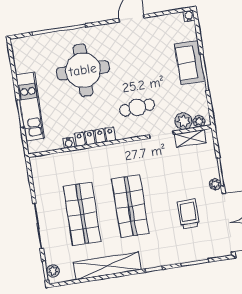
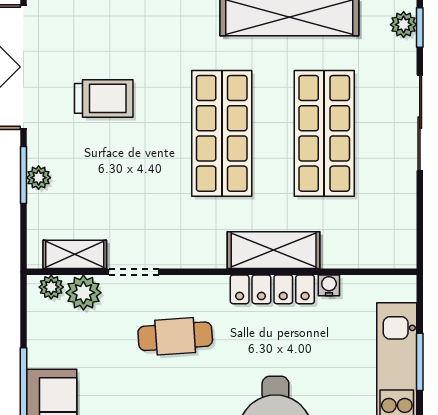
shelving: (97, 155) -> (274, 250), added
plant: (215, 184) -> (39, 178), moved
trolley: (188, 214) -> (104, 98), turned -90

